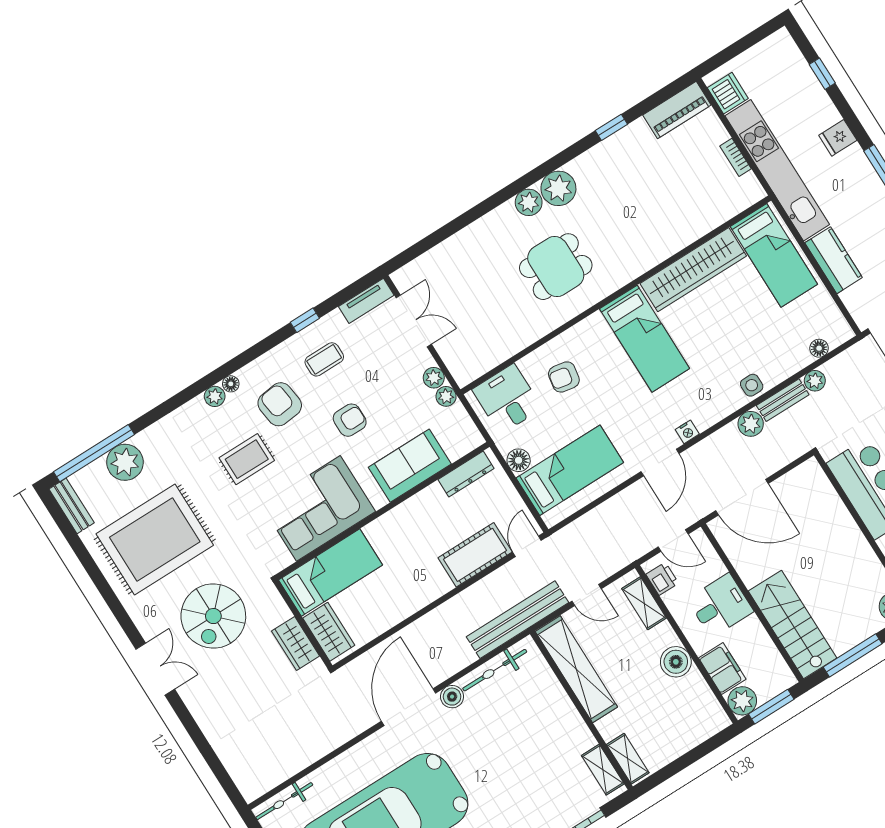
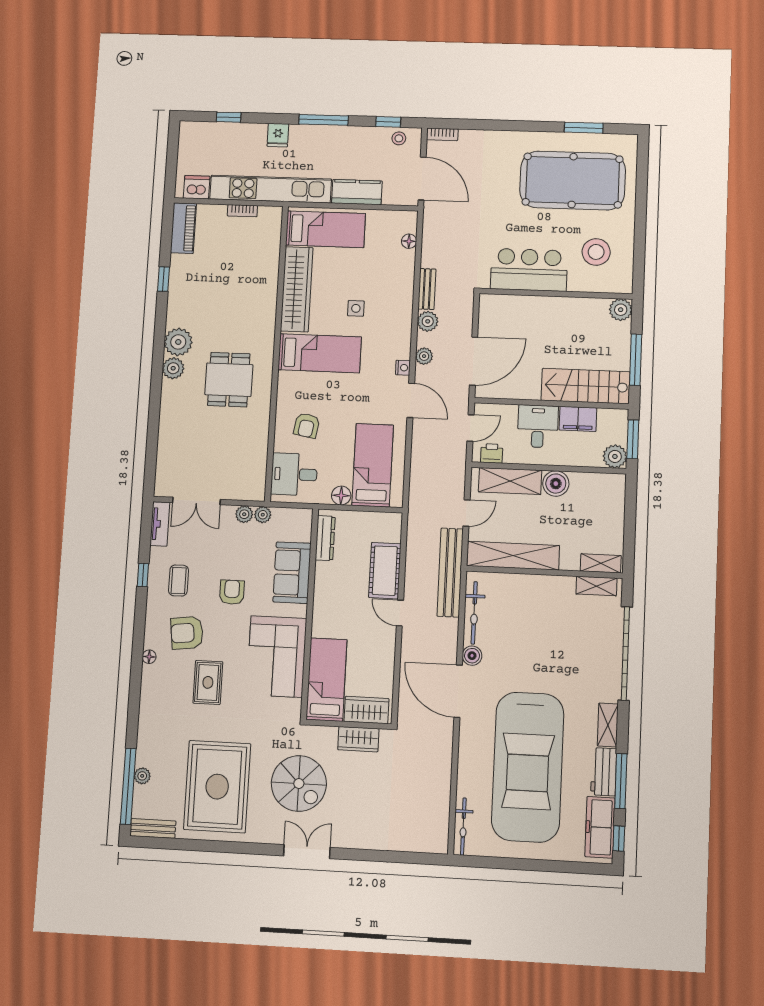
double door: (414, 321) -> (196, 501), swing flipped
plant: (815, 381) -> (424, 356), moved
side table: (752, 385) -> (356, 308), moved
plant: (215, 396) -> (150, 674), removed
plant: (125, 462) -> (142, 776), width x0.53, depth x0.53
door: (527, 546) -> (400, 613), moved
shelving: (644, 603) -> (510, 481), width x1.50, depth x1.33
filing cabinet: (722, 669) -> (578, 419), moved, turned 180

